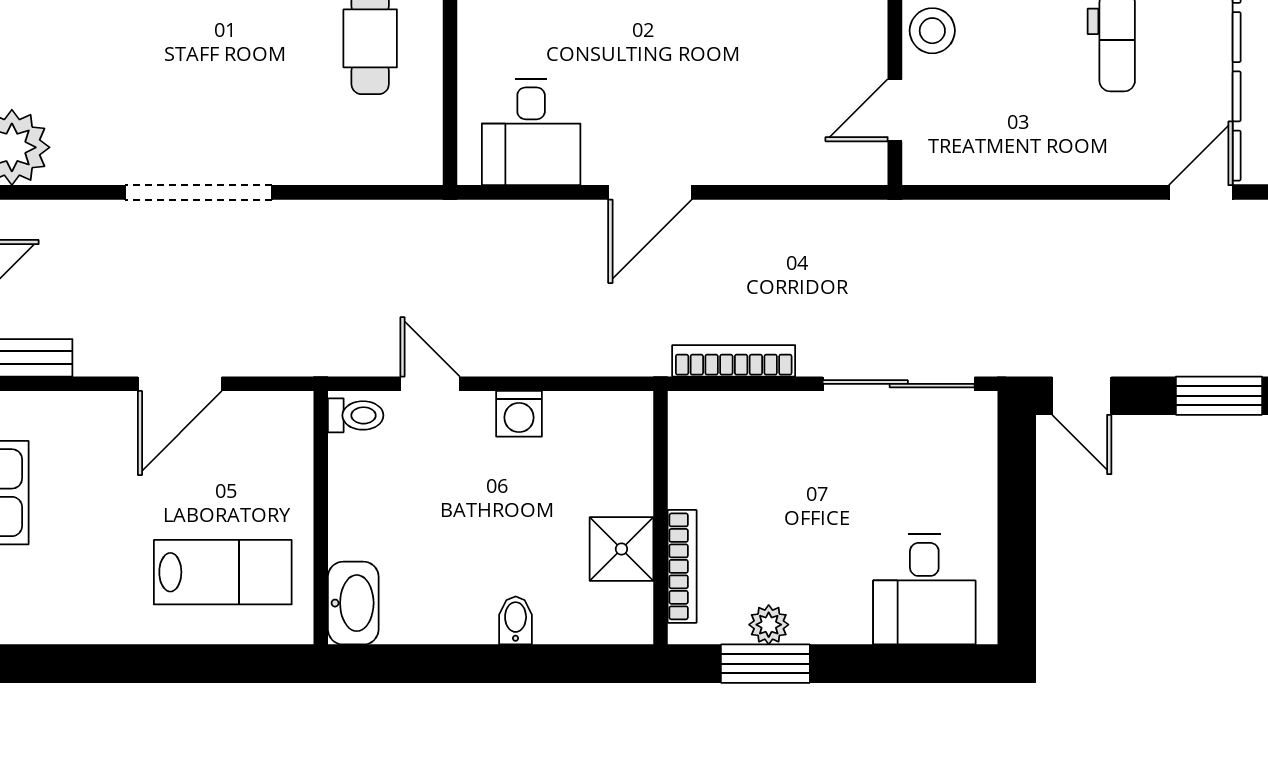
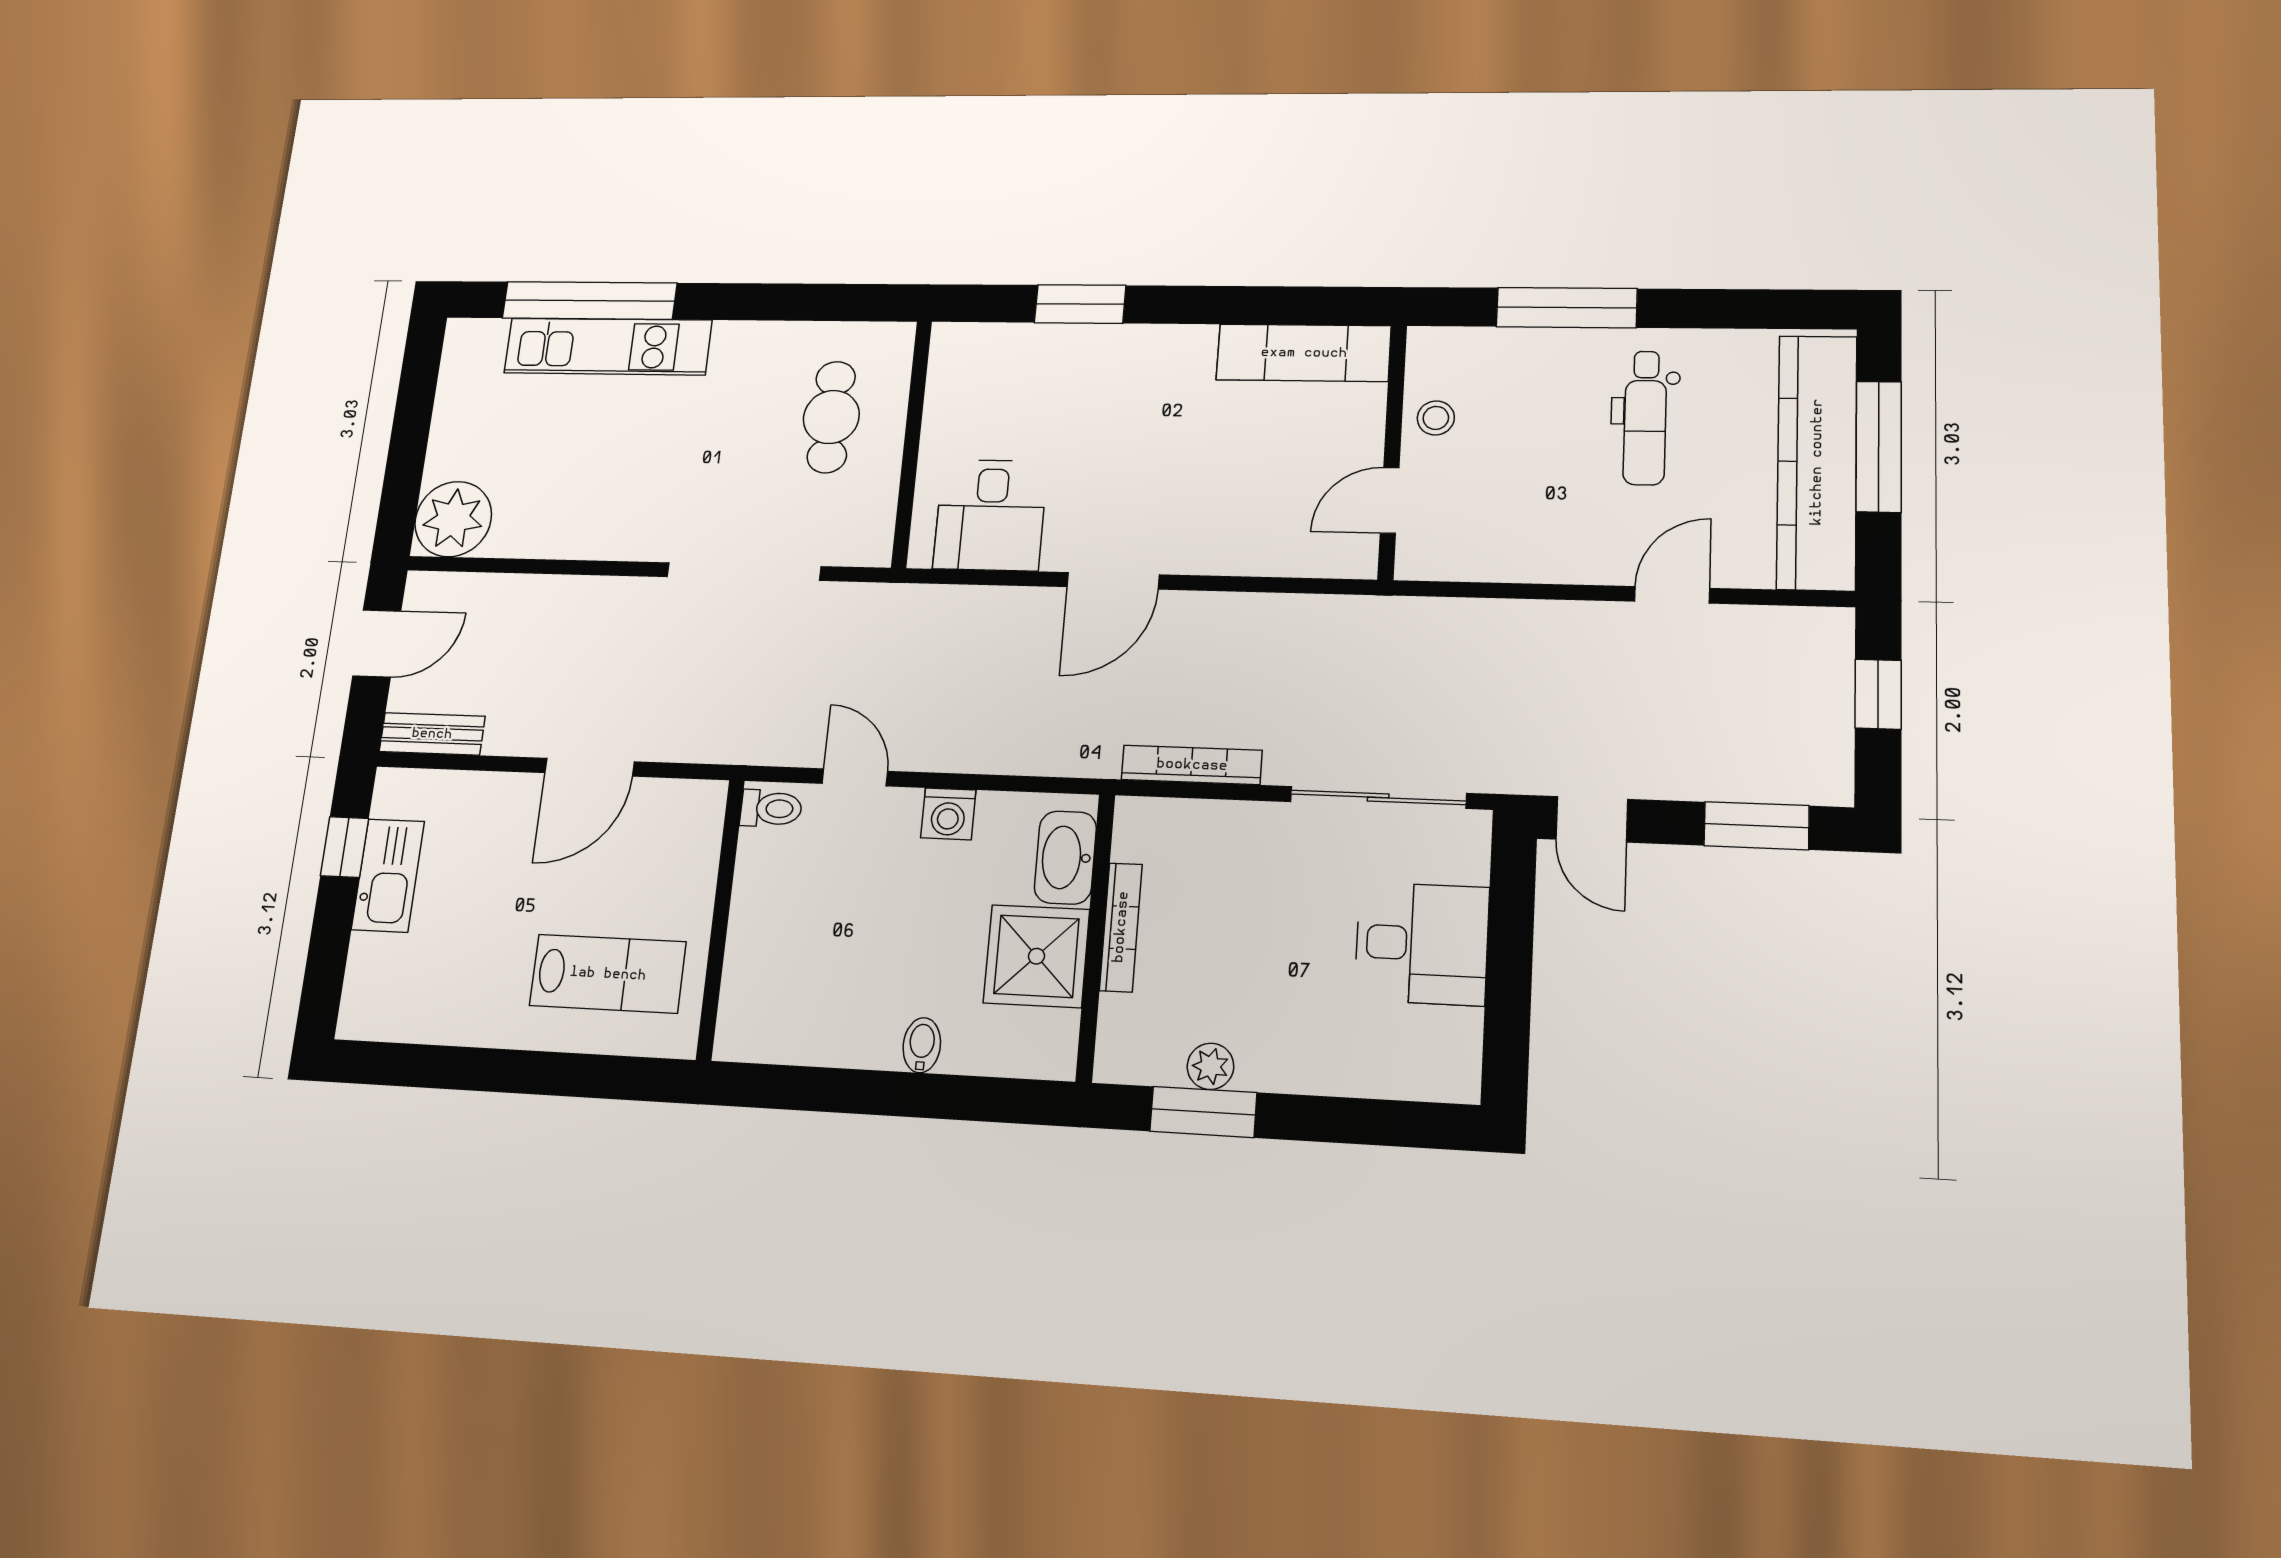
stool: (932, 31) -> (1436, 418), width x0.73, depth x0.73
doorway: (198, 192) -> (744, 572), moved
door: (1201, 192) -> (1672, 595), moved
shower: (621, 549) -> (1036, 956), width x1.36, depth x1.36
bookcase: (682, 566) -> (1121, 927), moved
desk: (924, 589) -> (1422, 944), moved, turned -90
washbasin: (353, 603) -> (1065, 857), moved, turned 180

